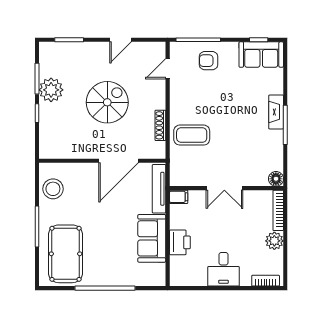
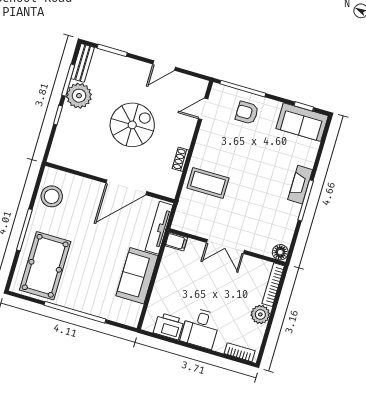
bench: (46, 59) -> (83, 63), added
shoe rack: (160, 125) -> (181, 159), width x0.70
printer: (180, 242) -> (169, 326), moved, turned -90

